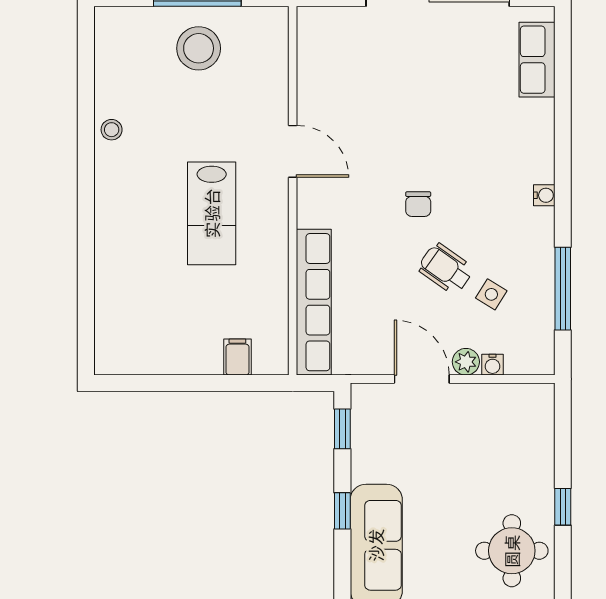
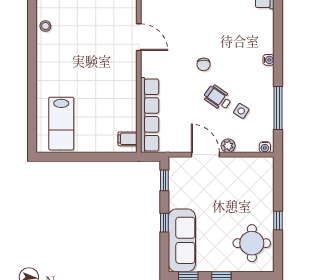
lab bench: (212, 213) -> (61, 124), moved
filing cabinet: (237, 357) -> (127, 139), moved, turned -90
water cooler: (492, 365) -> (265, 147), moved

